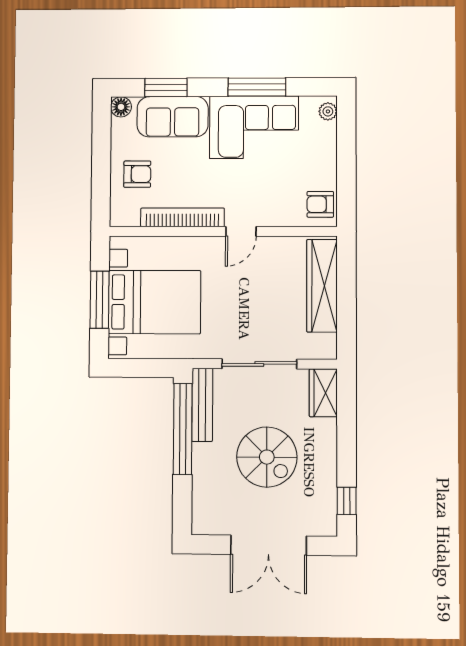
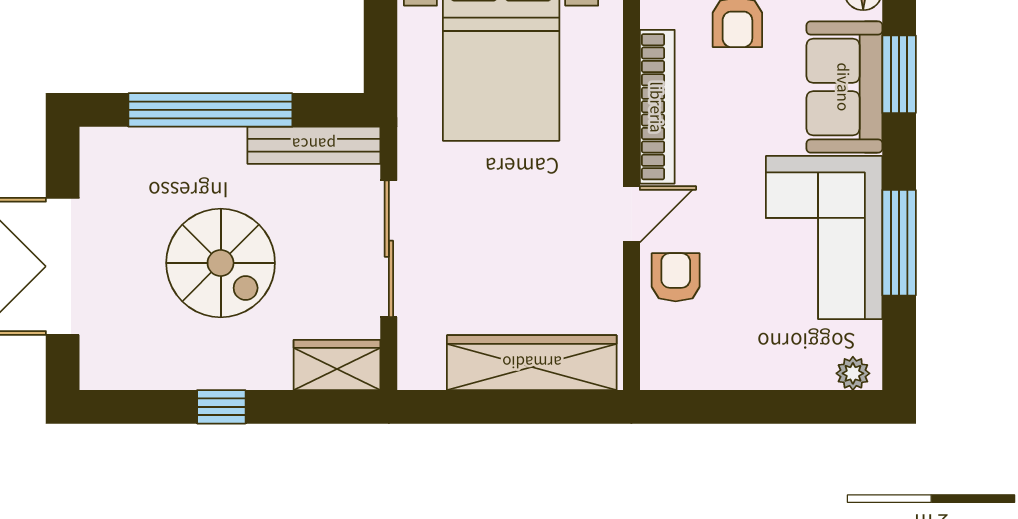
armchair: (320, 204) -> (676, 277), moved
door: (241, 231) -> (631, 214), swing flipped
window: (183, 429) -> (210, 110), moved
spiral stairs: (267, 457) -> (221, 263), turned -90
window: (347, 501) -> (221, 407), moved

